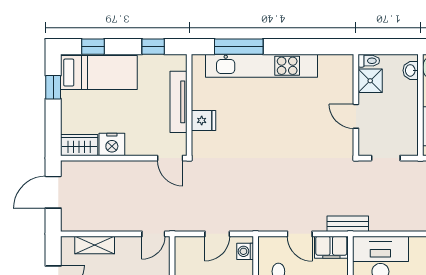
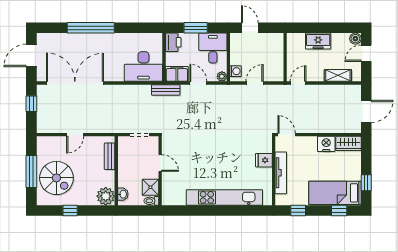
window: (239, 47) -> (240, 210), removed
plant: (265, 244) -> (222, 76), added

